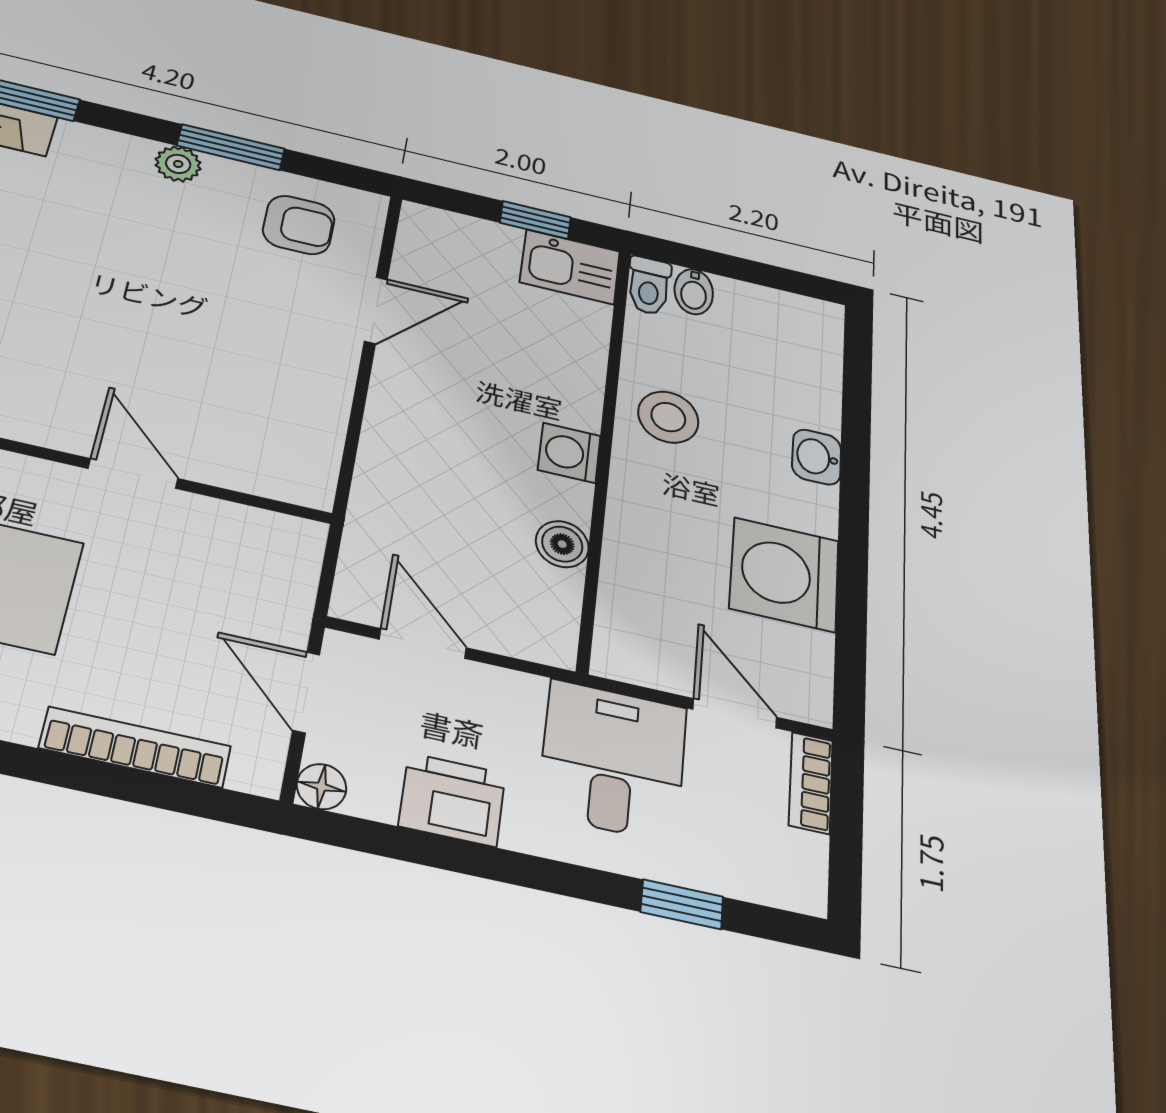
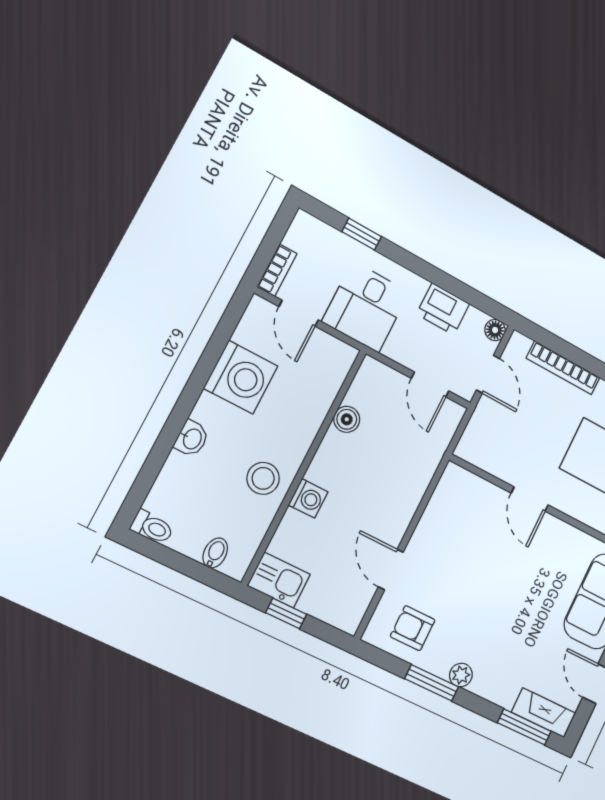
toilet: (649, 286) -> (152, 527), moved, turned 90
door: (376, 310) -> (391, 570), hinge flipped
washing machine: (569, 453) -> (308, 498), moved

